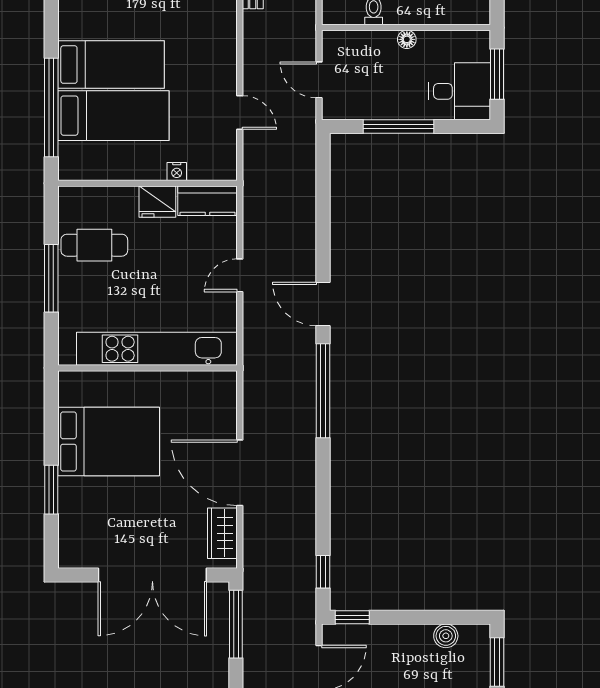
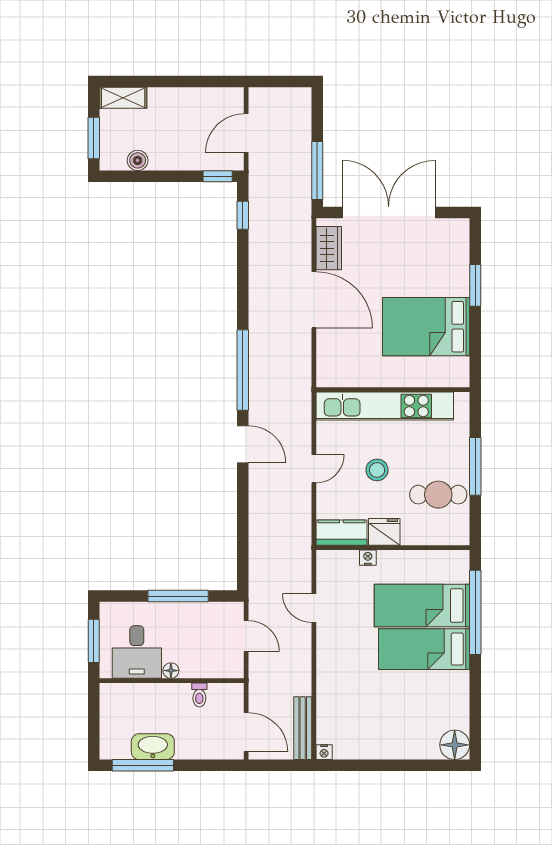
desk: (460, 91) -> (137, 652), moved, turned -90
stool: (166, 274) -> (377, 470), added

